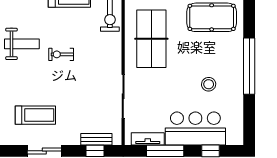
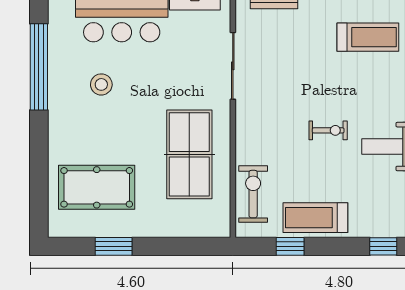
window: (249, 66) -> (39, 67), moved
treadmill: (35, 115) -> (368, 37), turned 180

